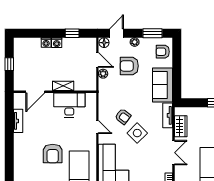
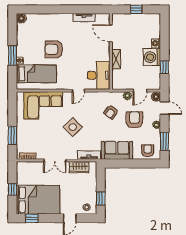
washing machine: (57, 43) -> (152, 57), width x1.89, depth x1.89
desk: (69, 105) -> (99, 75), moved
armchair: (123, 116) -> (111, 112), moved

